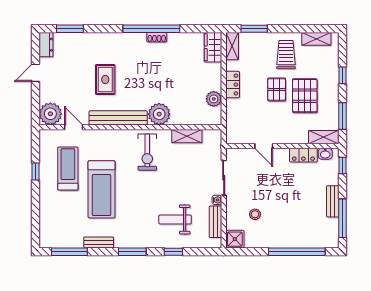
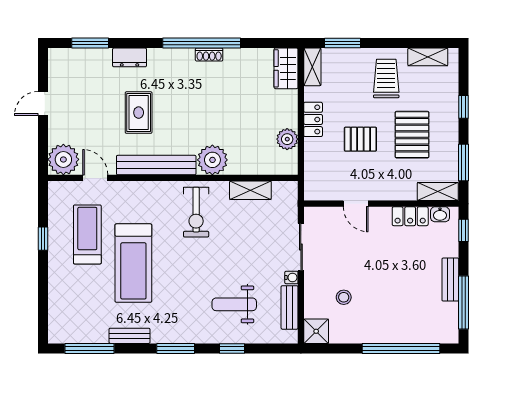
dresser: (46, 45) -> (130, 57), moved, turned 90
pallet: (277, 89) -> (360, 139), moved, turned 90

